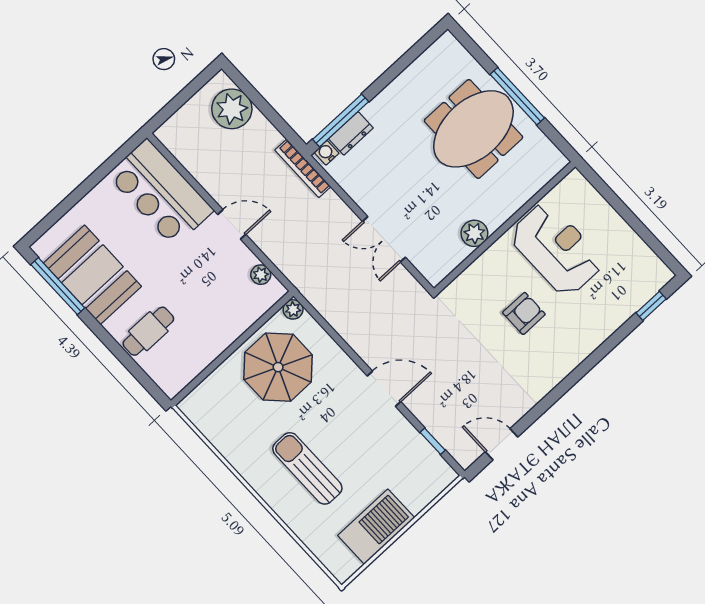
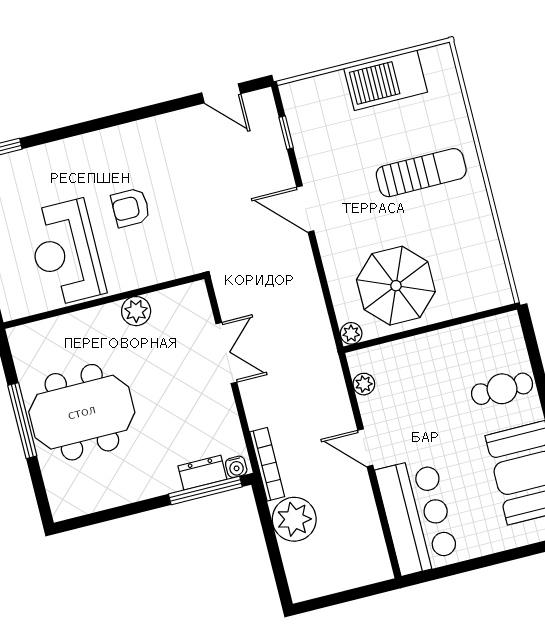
plant: (232, 109) -> (294, 519), moved
sun lounger: (307, 468) -> (421, 173), turned -90

